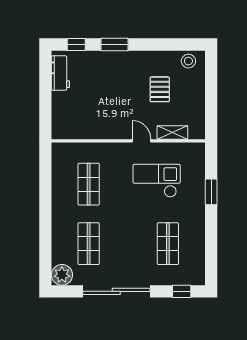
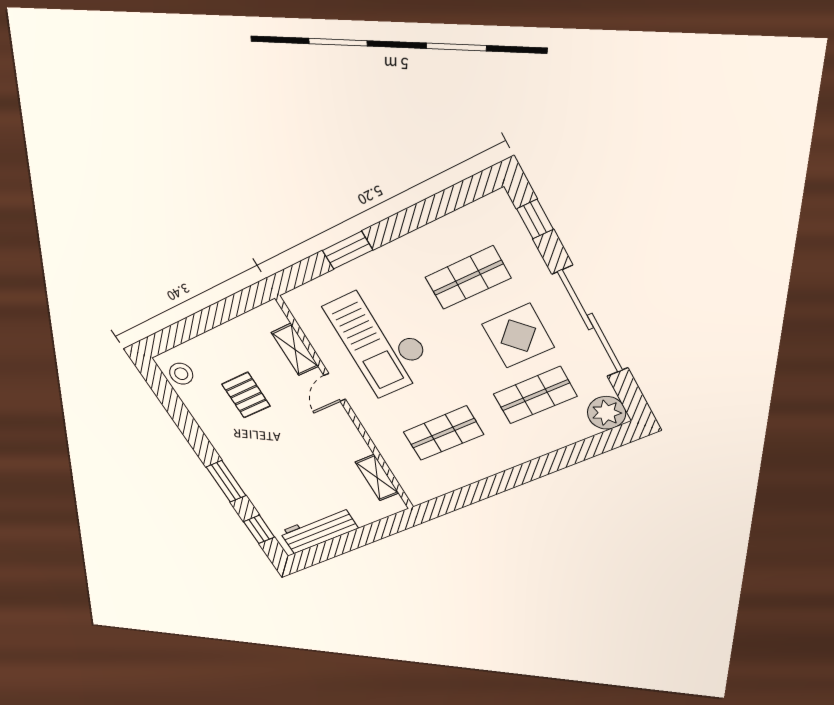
workbench: (60, 73) -> (319, 530), width x1.38
pallet: (160, 89) -> (246, 395), turned 90
shelving: (78, 133) -> (377, 478), added
checkout: (157, 181) -> (380, 339), width x1.36, depth x1.21
display table: (125, 252) -> (518, 336), added

